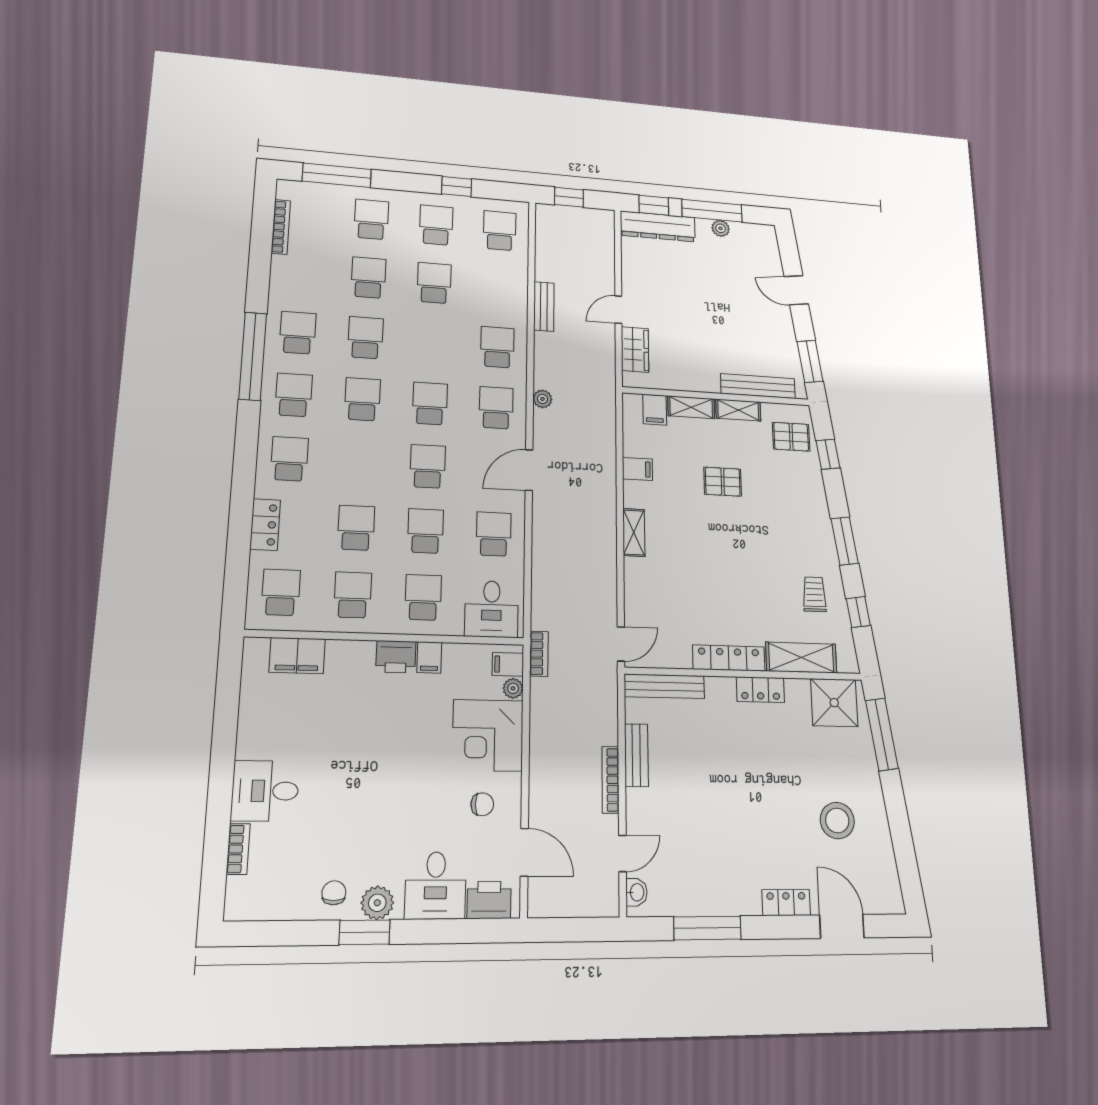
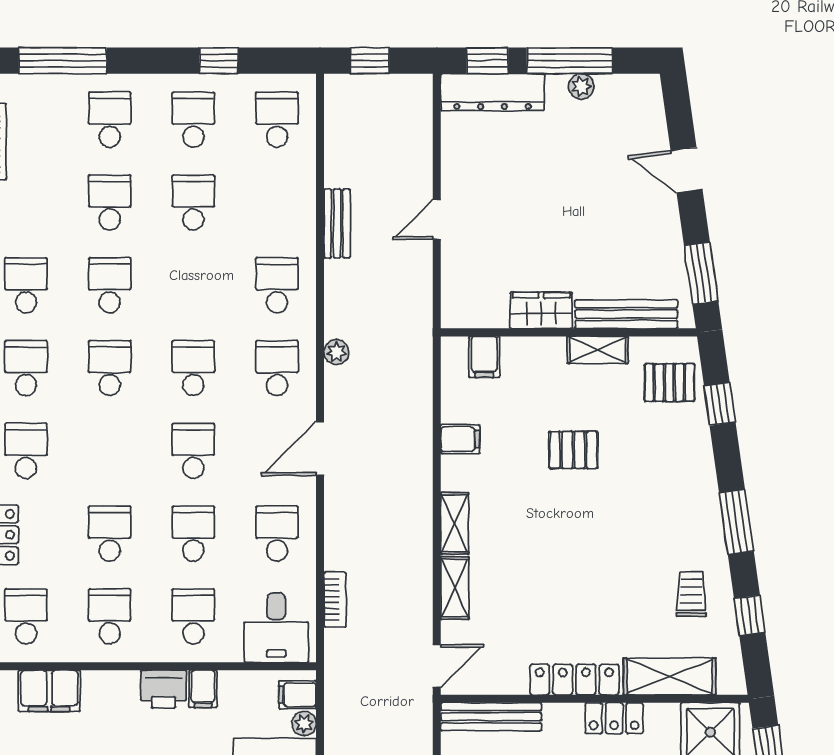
wardrobe: (635, 350) -> (541, 310), moved, turned -90
shelving: (691, 407) -> (455, 588), moved, turned 90
bookcase: (539, 654) -> (335, 600), moved

